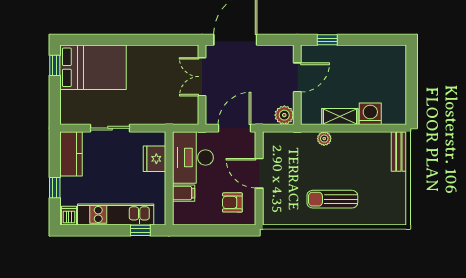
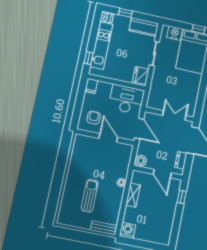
dresser: (271, 52) -> (181, 160), added
nightstand: (70, 102) -> (175, 33), added
washing machine: (370, 114) -> (128, 230), moved, turned -90
fridge: (155, 159) -> (141, 75), moved, turned -90
door: (259, 173) -> (108, 138), hinge flipped
filing cabinet: (184, 193) -> (91, 86), moved
sun lounger: (332, 199) -> (90, 196), moved

